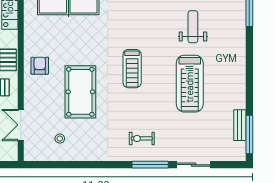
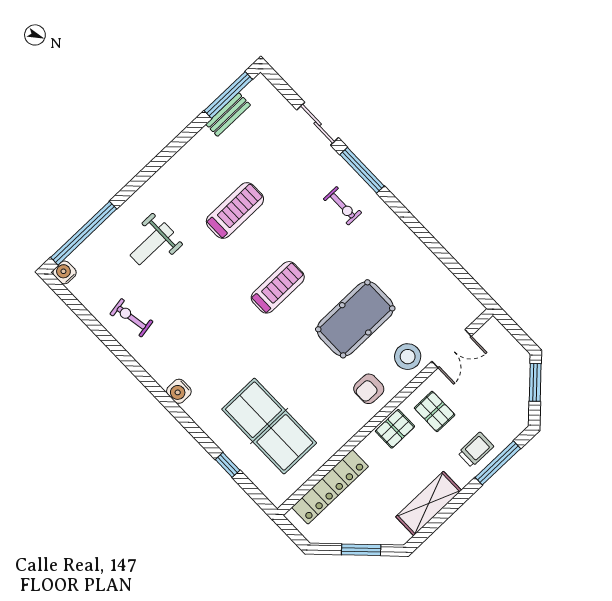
weight bench: (193, 27) -> (152, 244), moved
treadmill: (190, 84) -> (235, 211), width x0.73, depth x0.73
stool: (60, 139) -> (408, 357), moved, width x1.89, depth x1.89

